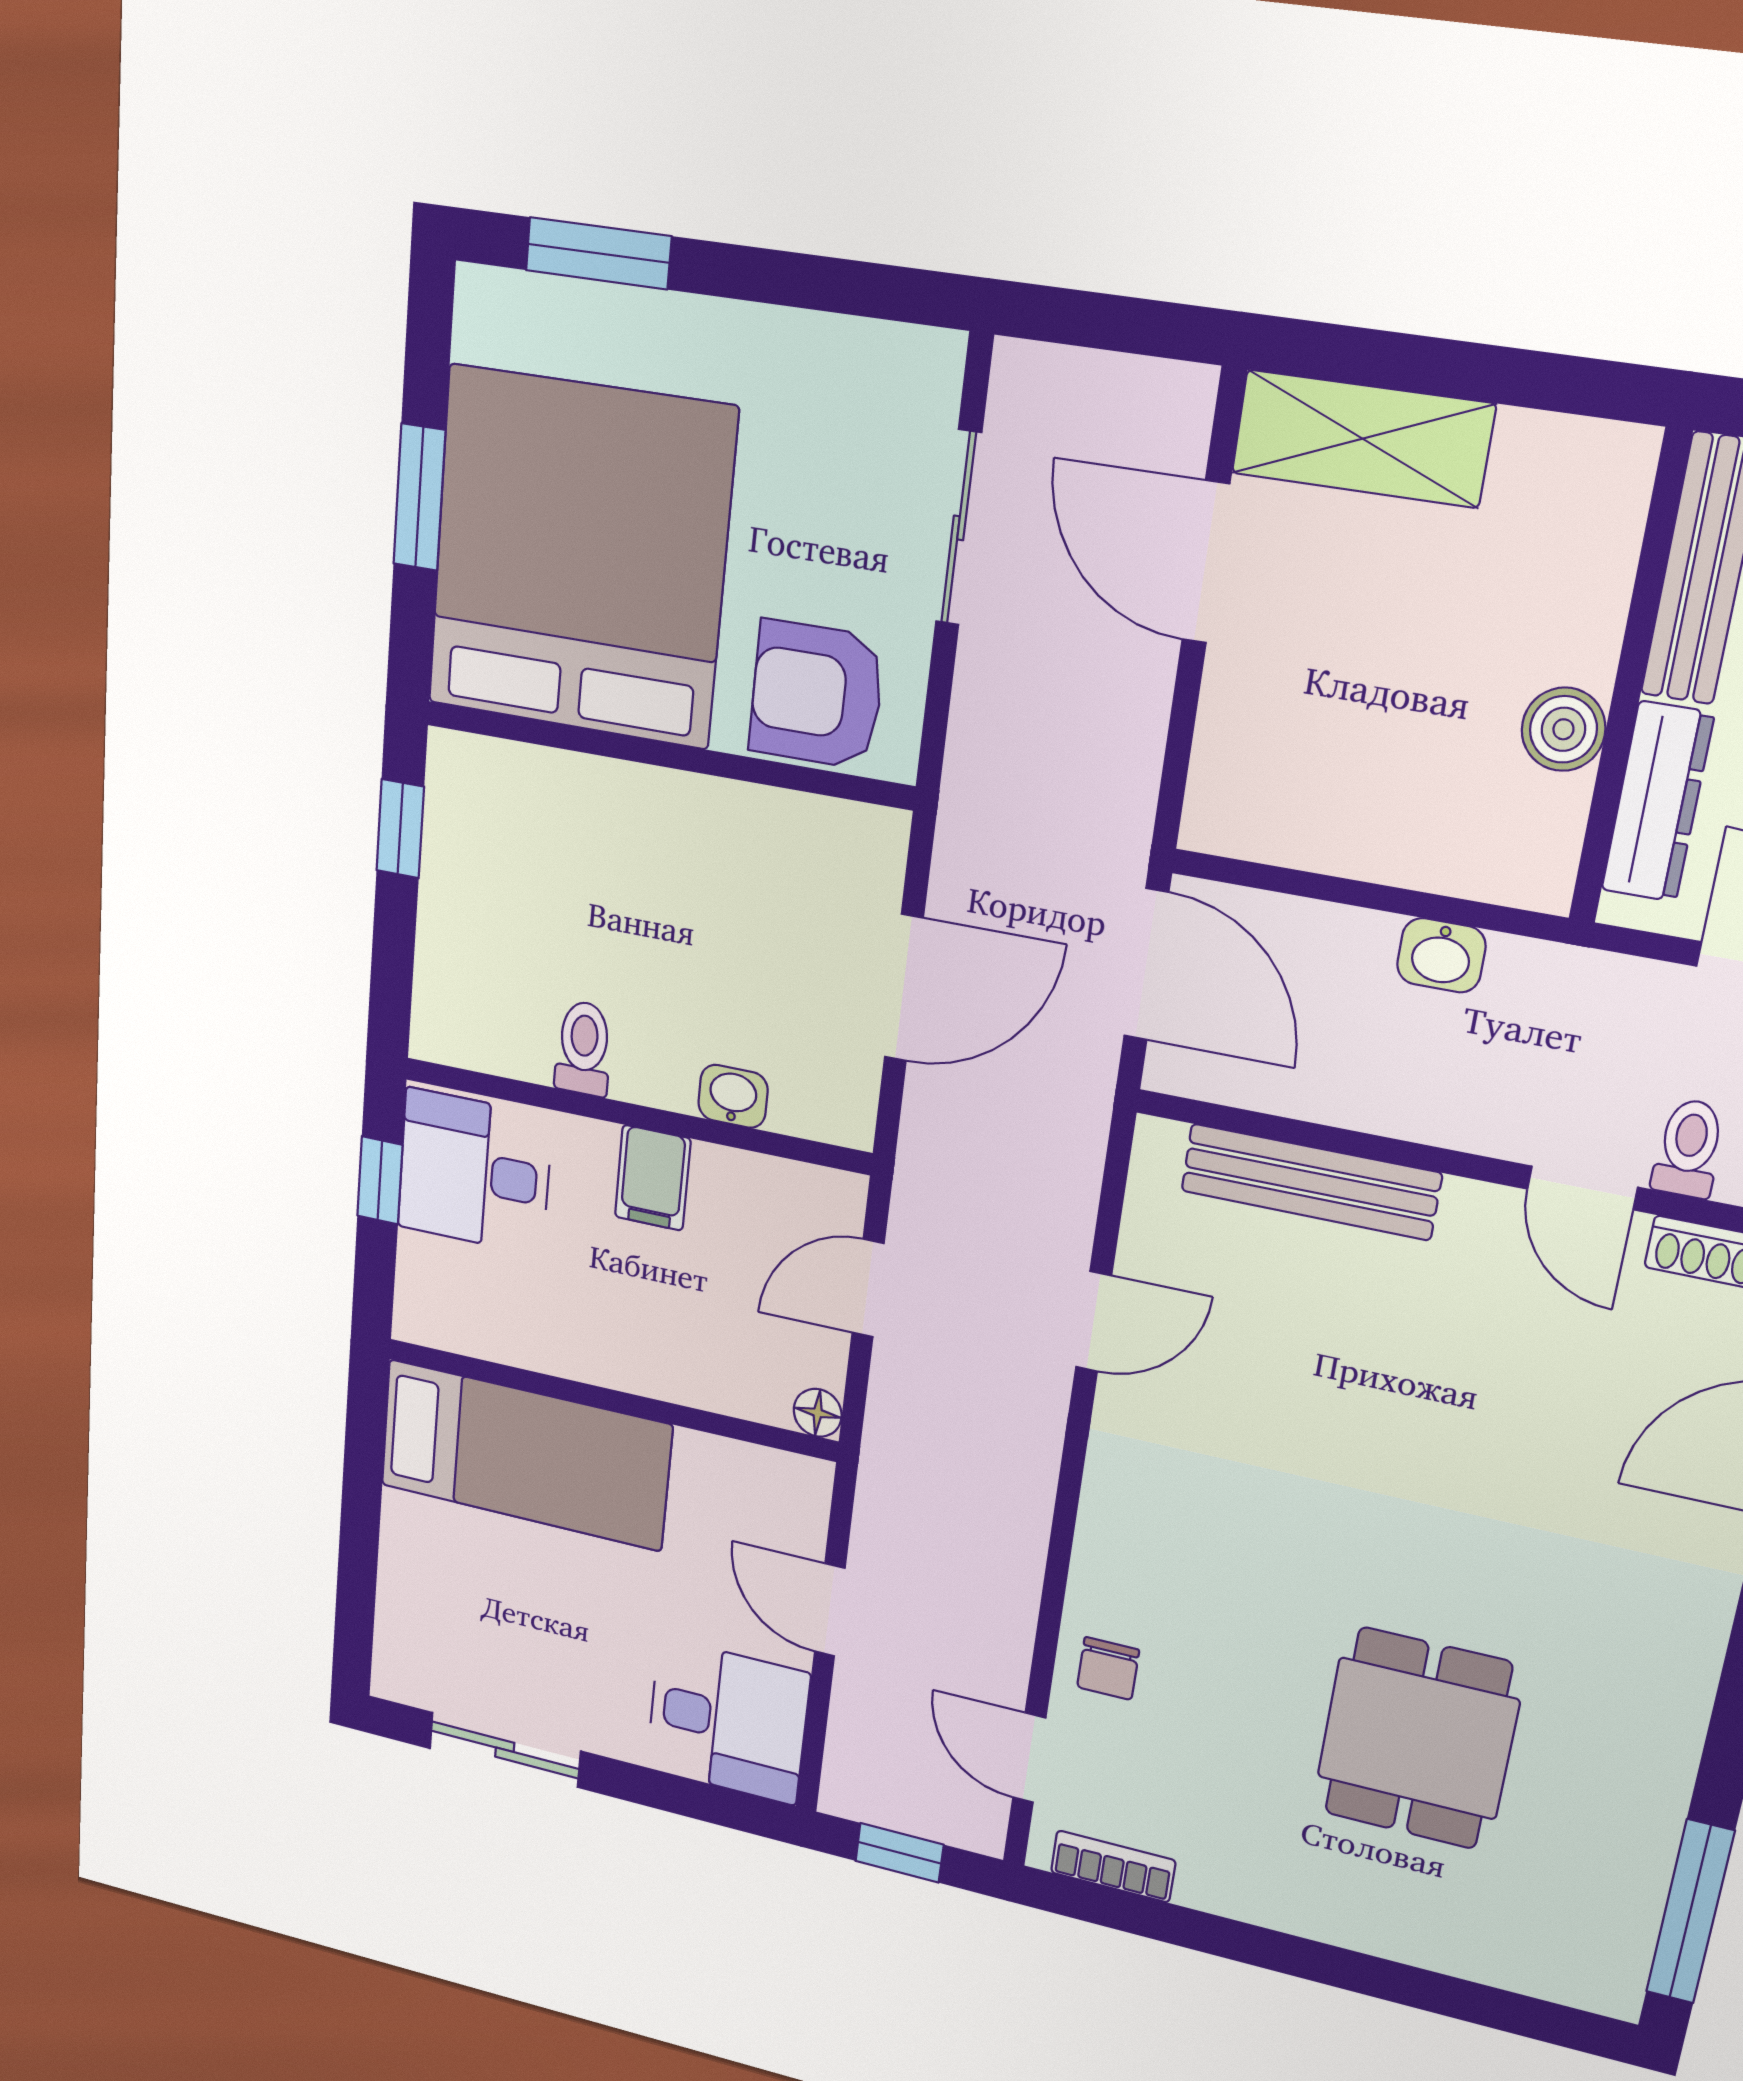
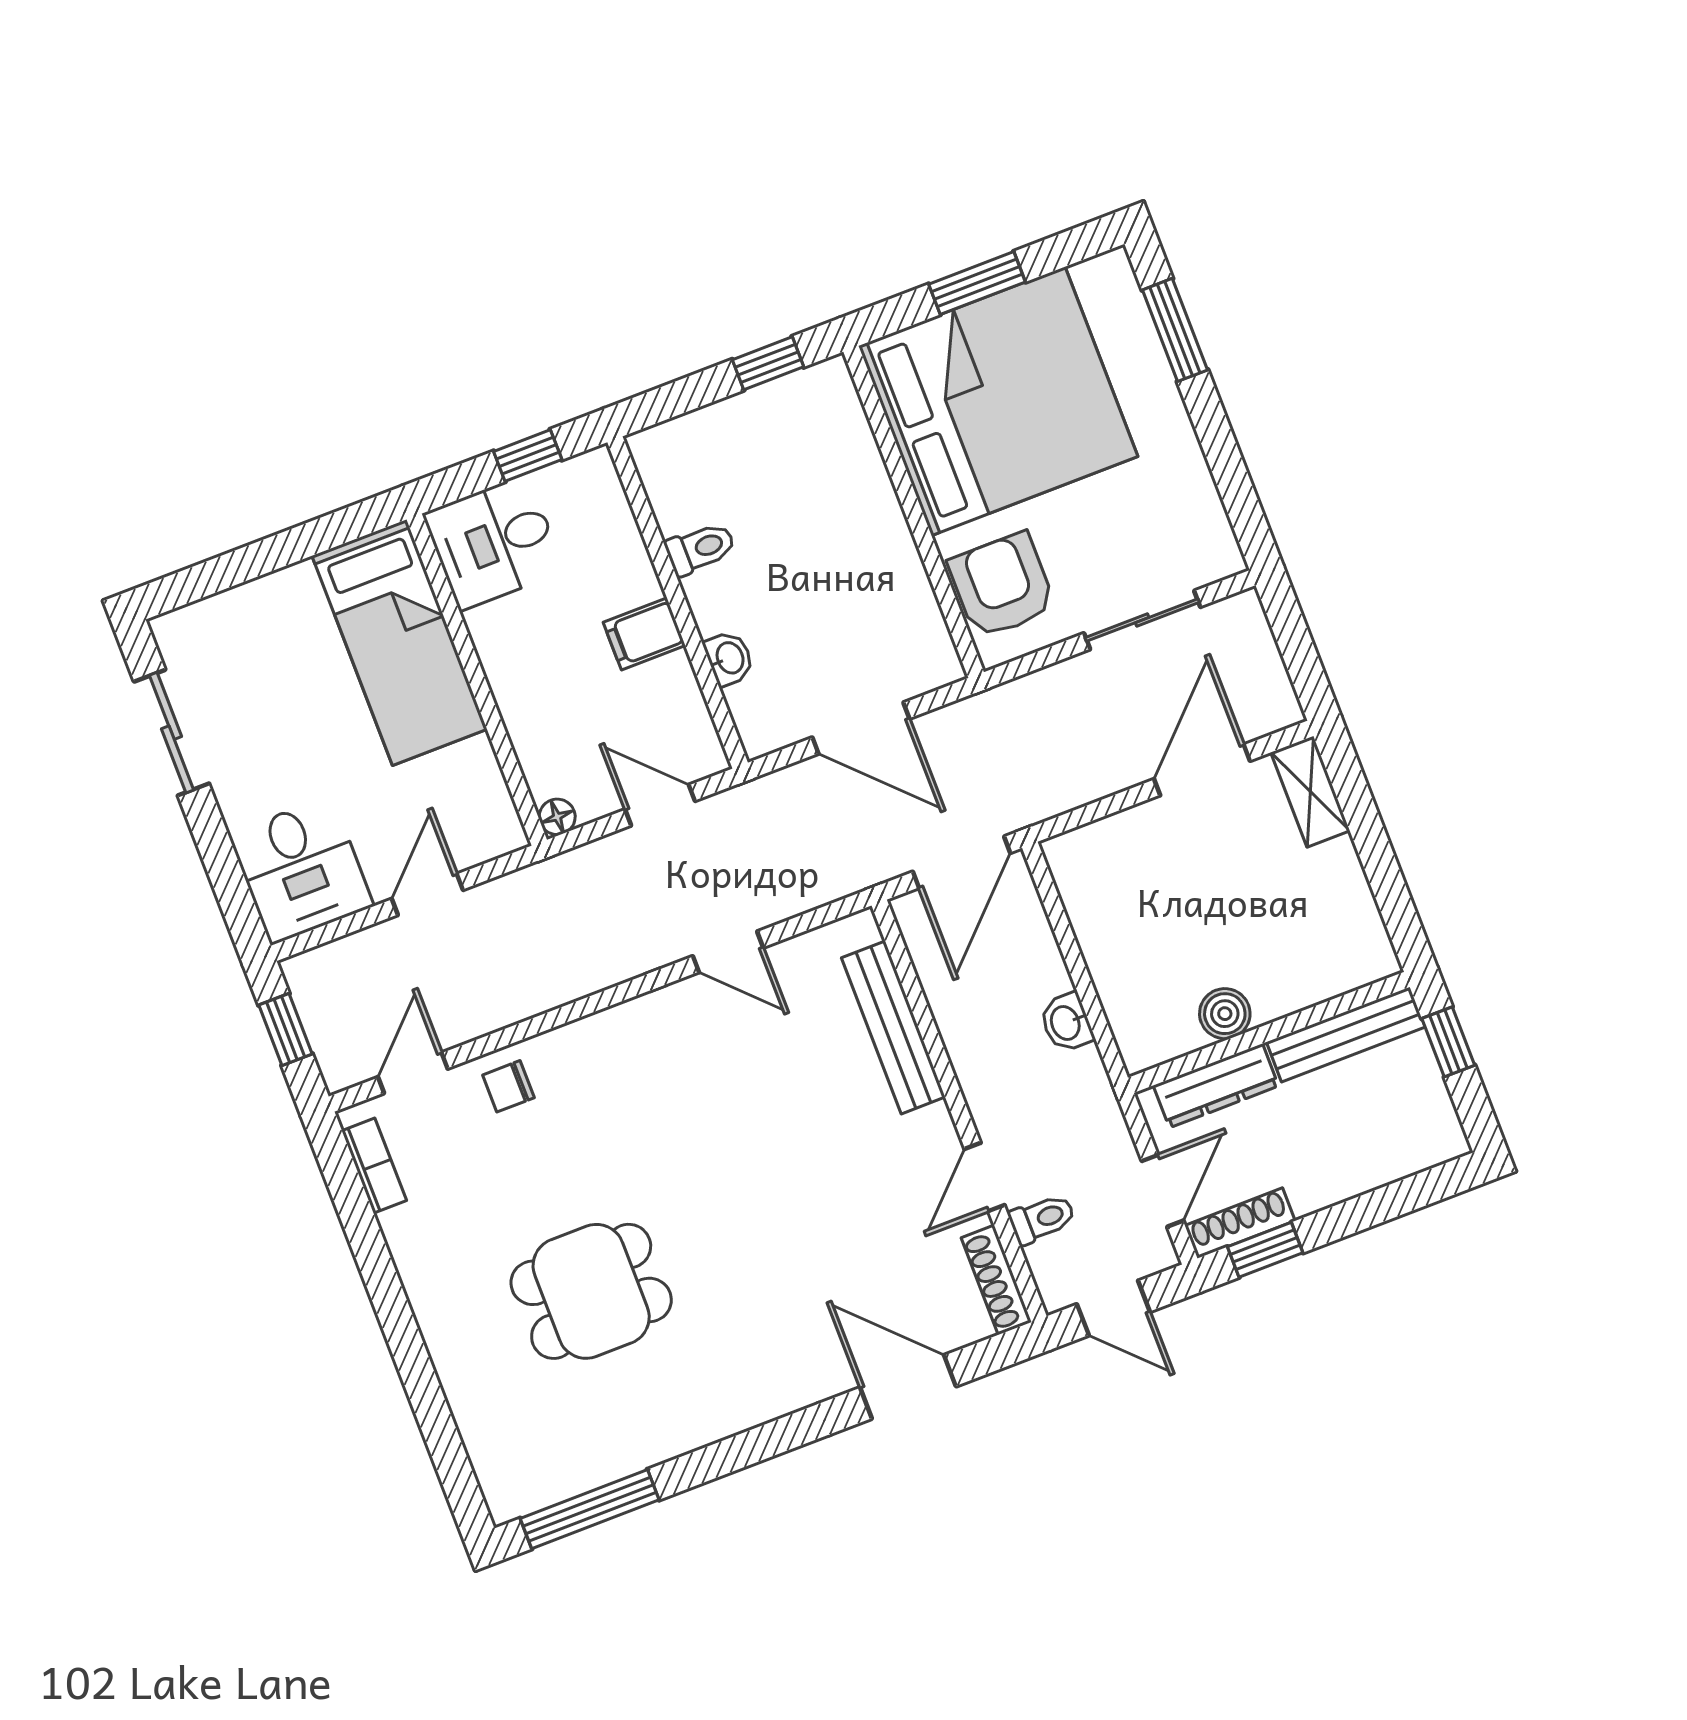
shelving: (1362, 439) -> (1310, 792), width x0.67, depth x0.75
desk: (474, 1172) -> (494, 542), moved, turned -90

